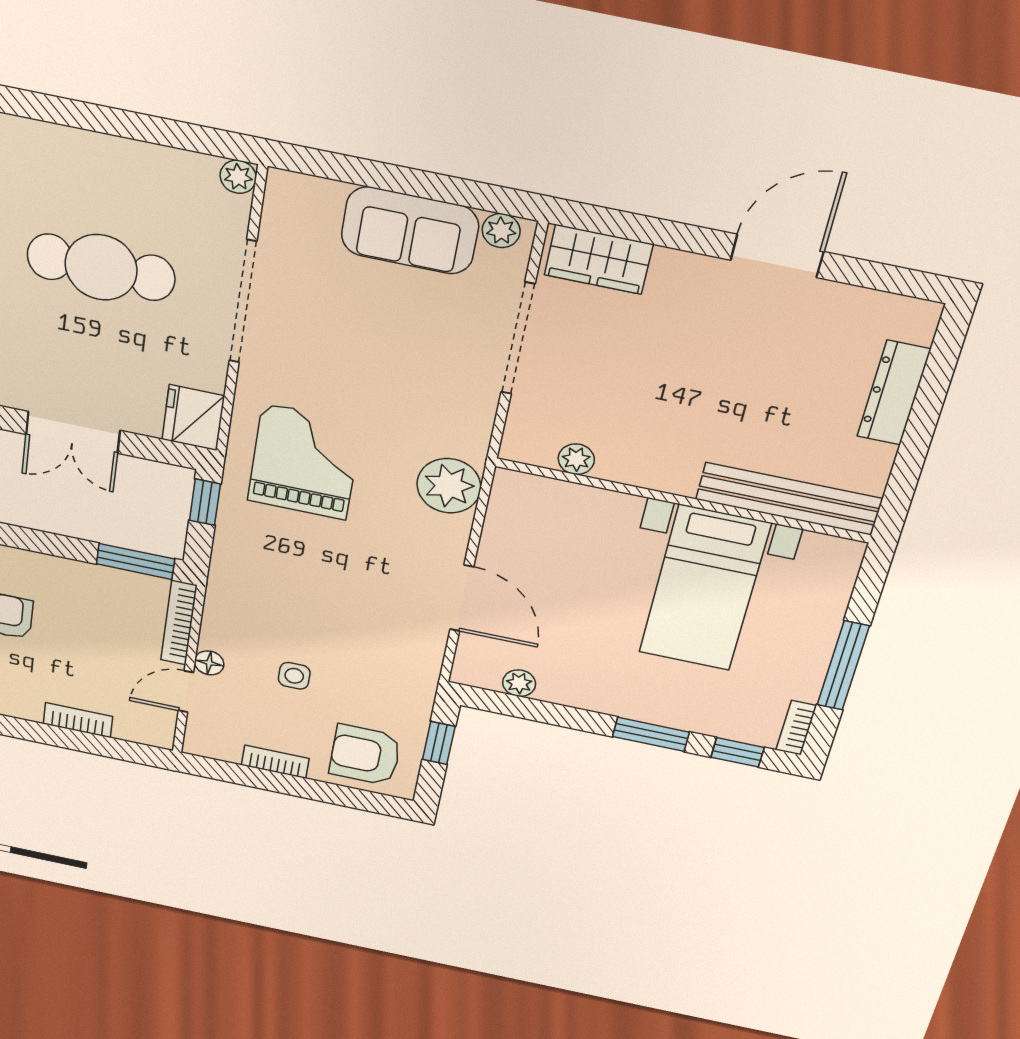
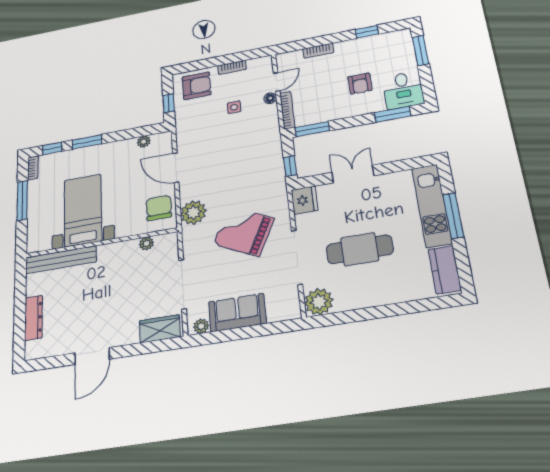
plant: (238, 177) -> (319, 302), width x1.88, depth x1.88
grand piano: (305, 462) -> (244, 231), moved, turned 116
chair: (525, 526) -> (159, 208), added

